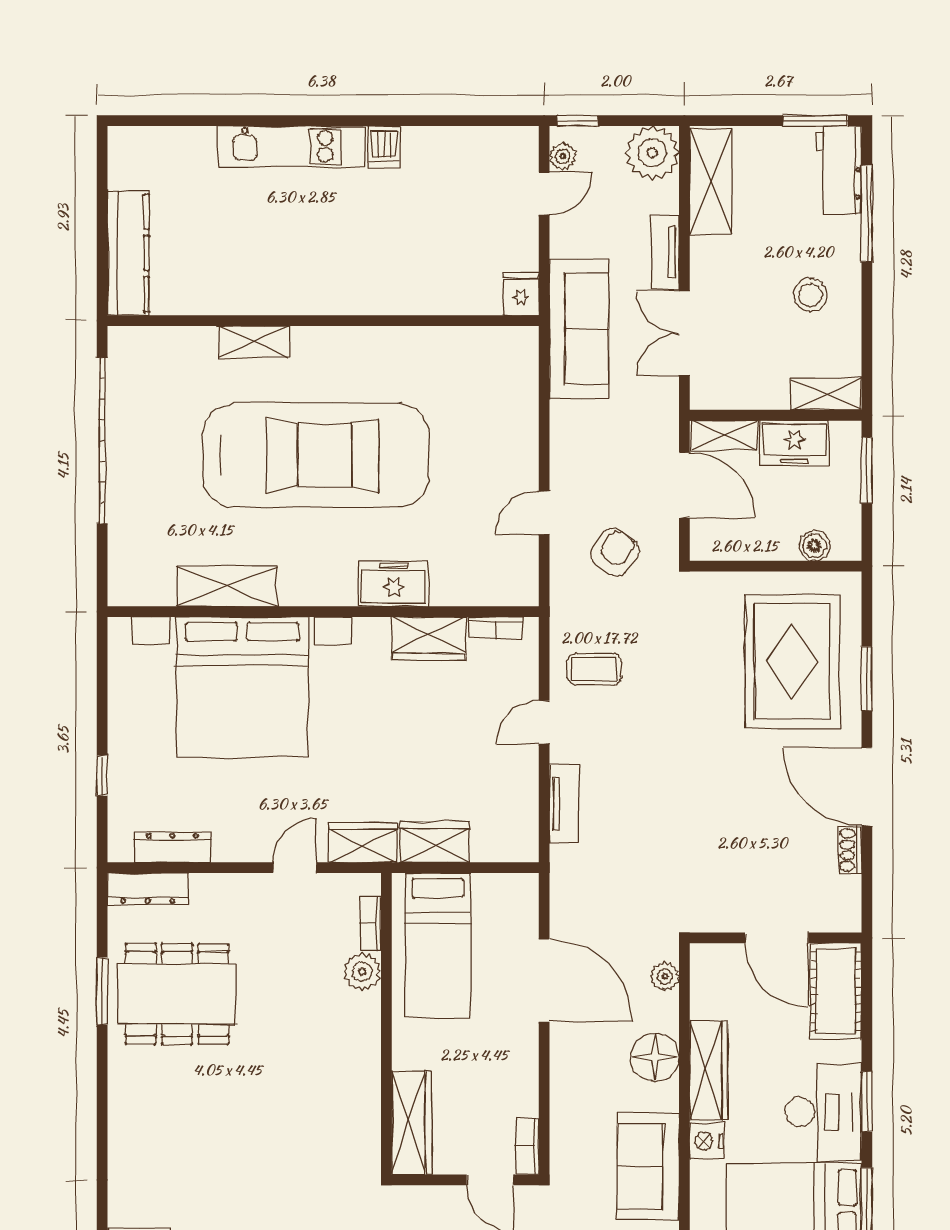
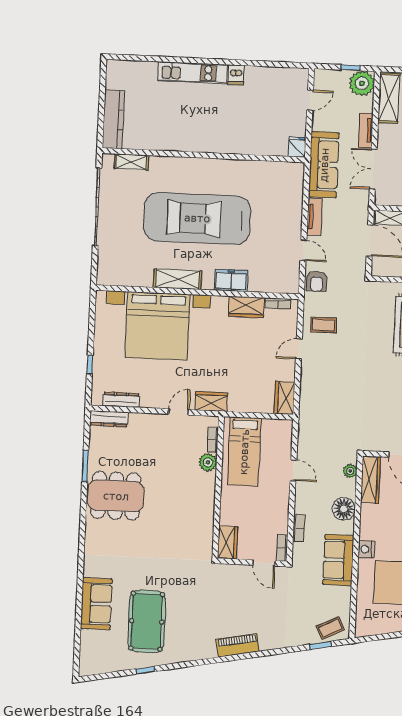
window: (577, 121) -> (350, 68), moved
plant: (563, 156) -> (320, 83), removed
shelving: (254, 342) -> (131, 162), moved
car: (316, 455) -> (197, 218), turned 180
door: (544, 513) -> (303, 250), swing flipped
armchair: (615, 552) -> (317, 281), moved, turned 145
shelving: (227, 586) -> (177, 279), moved
tv unit: (564, 804) -> (314, 217), moved
wardrobe: (435, 842) -> (285, 398), moved, turned -90
door: (544, 980) -> (293, 470), width x0.53
dining table: (177, 994) -> (116, 496), moved
wardrobe: (709, 1070) -> (371, 480), moved
bookcase: (561, 1103) -> (299, 528), added
wardrobe: (412, 1123) -> (228, 543), width x0.67

